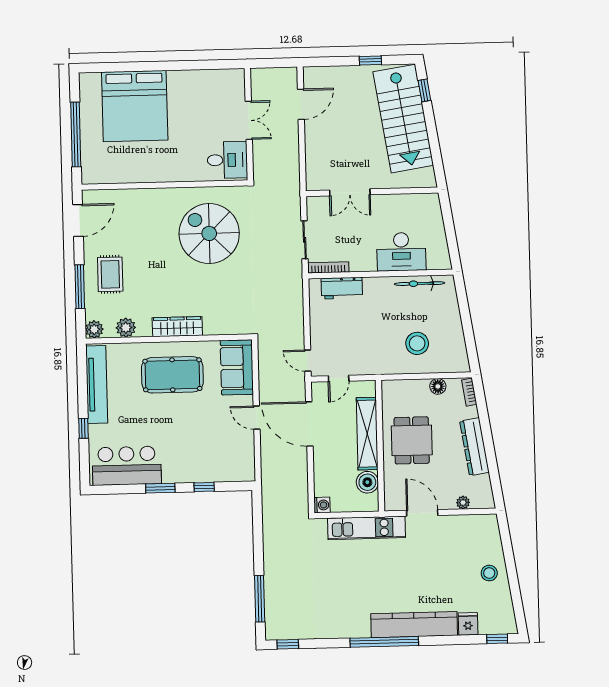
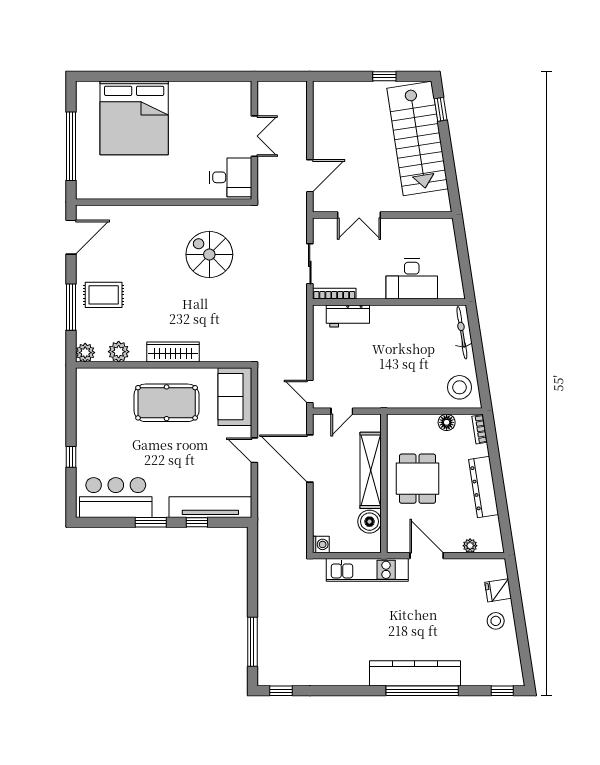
door: (301, 104) -> (310, 176), moved
spiral stairs: (209, 233) -> (209, 254), width x0.73, depth x0.73
rug: (110, 274) -> (104, 295), turned 90
bicycle: (420, 284) -> (462, 333), moved, turned 81
stool: (417, 343) -> (459, 387), moved
tv unit: (97, 385) -> (210, 507), moved, turned -90
fridge: (468, 624) -> (498, 590), moved, turned -99
window: (384, 642) -> (422, 691), moved

